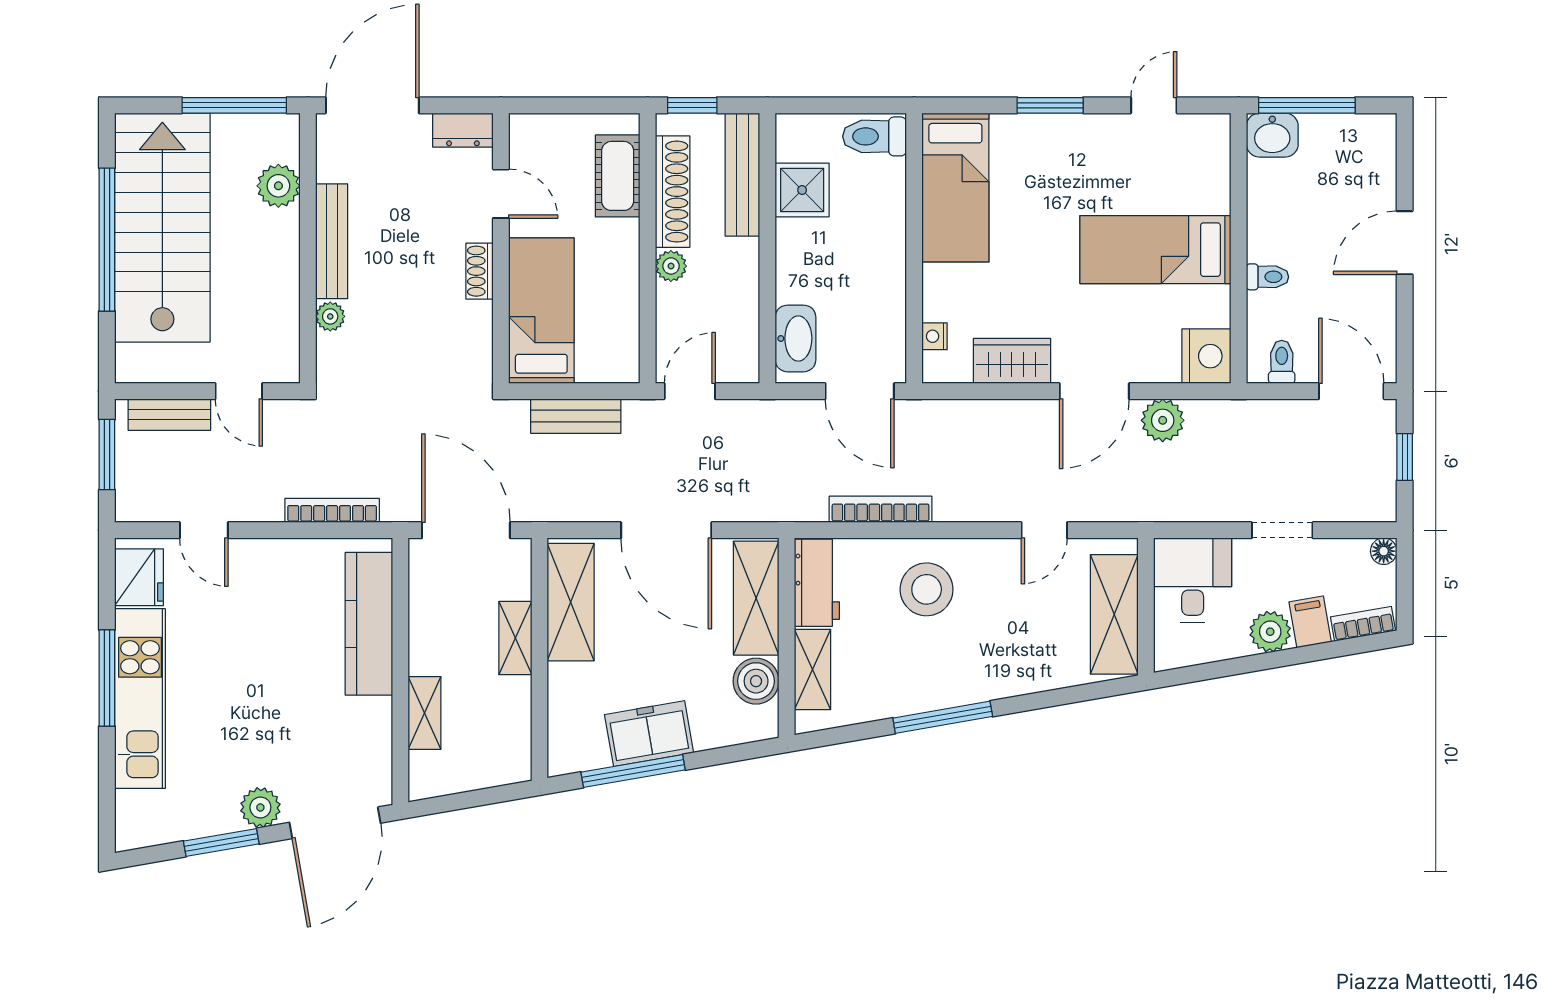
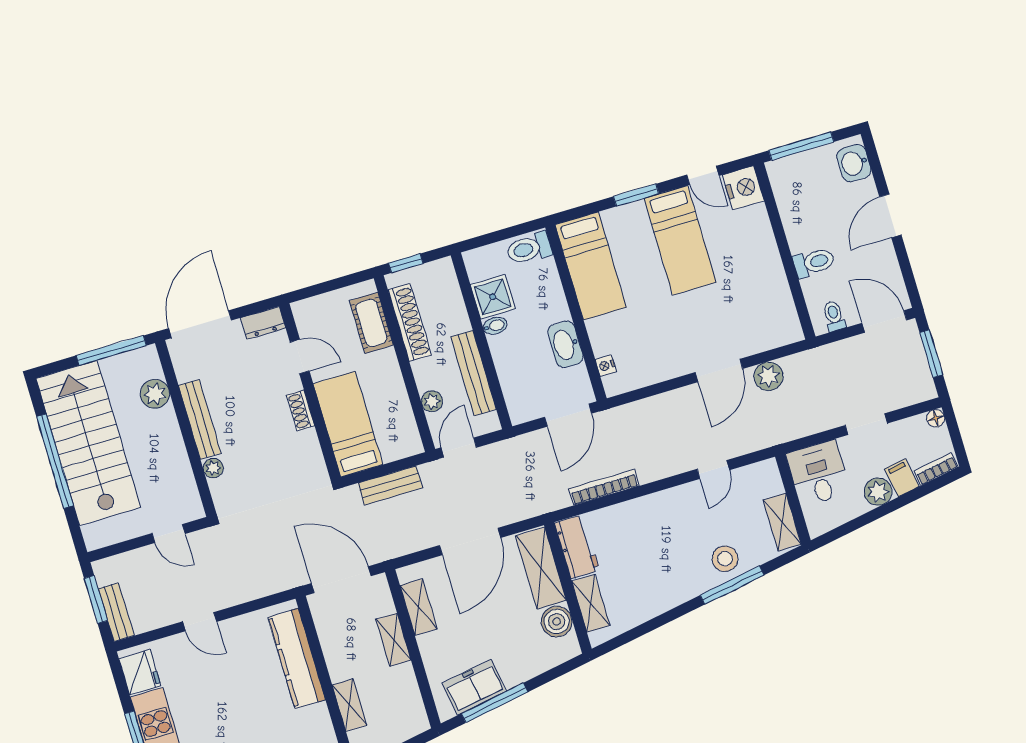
door: (1154, 105) -> (703, 175), swing flipped
washbasin: (1272, 135) -> (854, 163), moved, turned 90
bench: (742, 175) -> (474, 373), moved
bidet: (793, 232) -> (495, 326), added
bed: (1155, 250) -> (680, 240), moved, turned -90
plant: (671, 266) -> (432, 401), moved
toilet: (1267, 277) -> (814, 262), width x1.37, depth x1.39
washbasin: (795, 338) -> (565, 344), moved, turned 180
nightstand: (1206, 356) -> (743, 188), moved
wardrobe: (1012, 361) -> (660, 367), removed
door: (860, 391) -> (568, 415), hinge flipped
bench: (169, 415) -> (116, 612), moved, turned 90
window: (1405, 457) -> (931, 354), width x1.50
bookcase: (332, 510) -> (251, 592), removed
door: (204, 530) -> (200, 622), moved
door: (666, 530) -> (470, 542), hinge flipped
stool: (927, 589) -> (725, 559), moved, width x0.73, depth x0.73
shelving: (571, 602) -> (419, 607), width x0.67, depth x0.75
shelving: (1114, 614) -> (782, 522), width x0.67, depth x0.75
window: (943, 717) -> (732, 585), moved
freezer: (649, 734) -> (474, 687), moved

